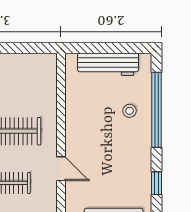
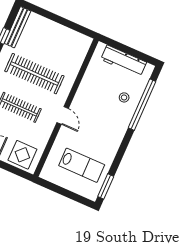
window: (156, 183) -> (121, 153), removed

